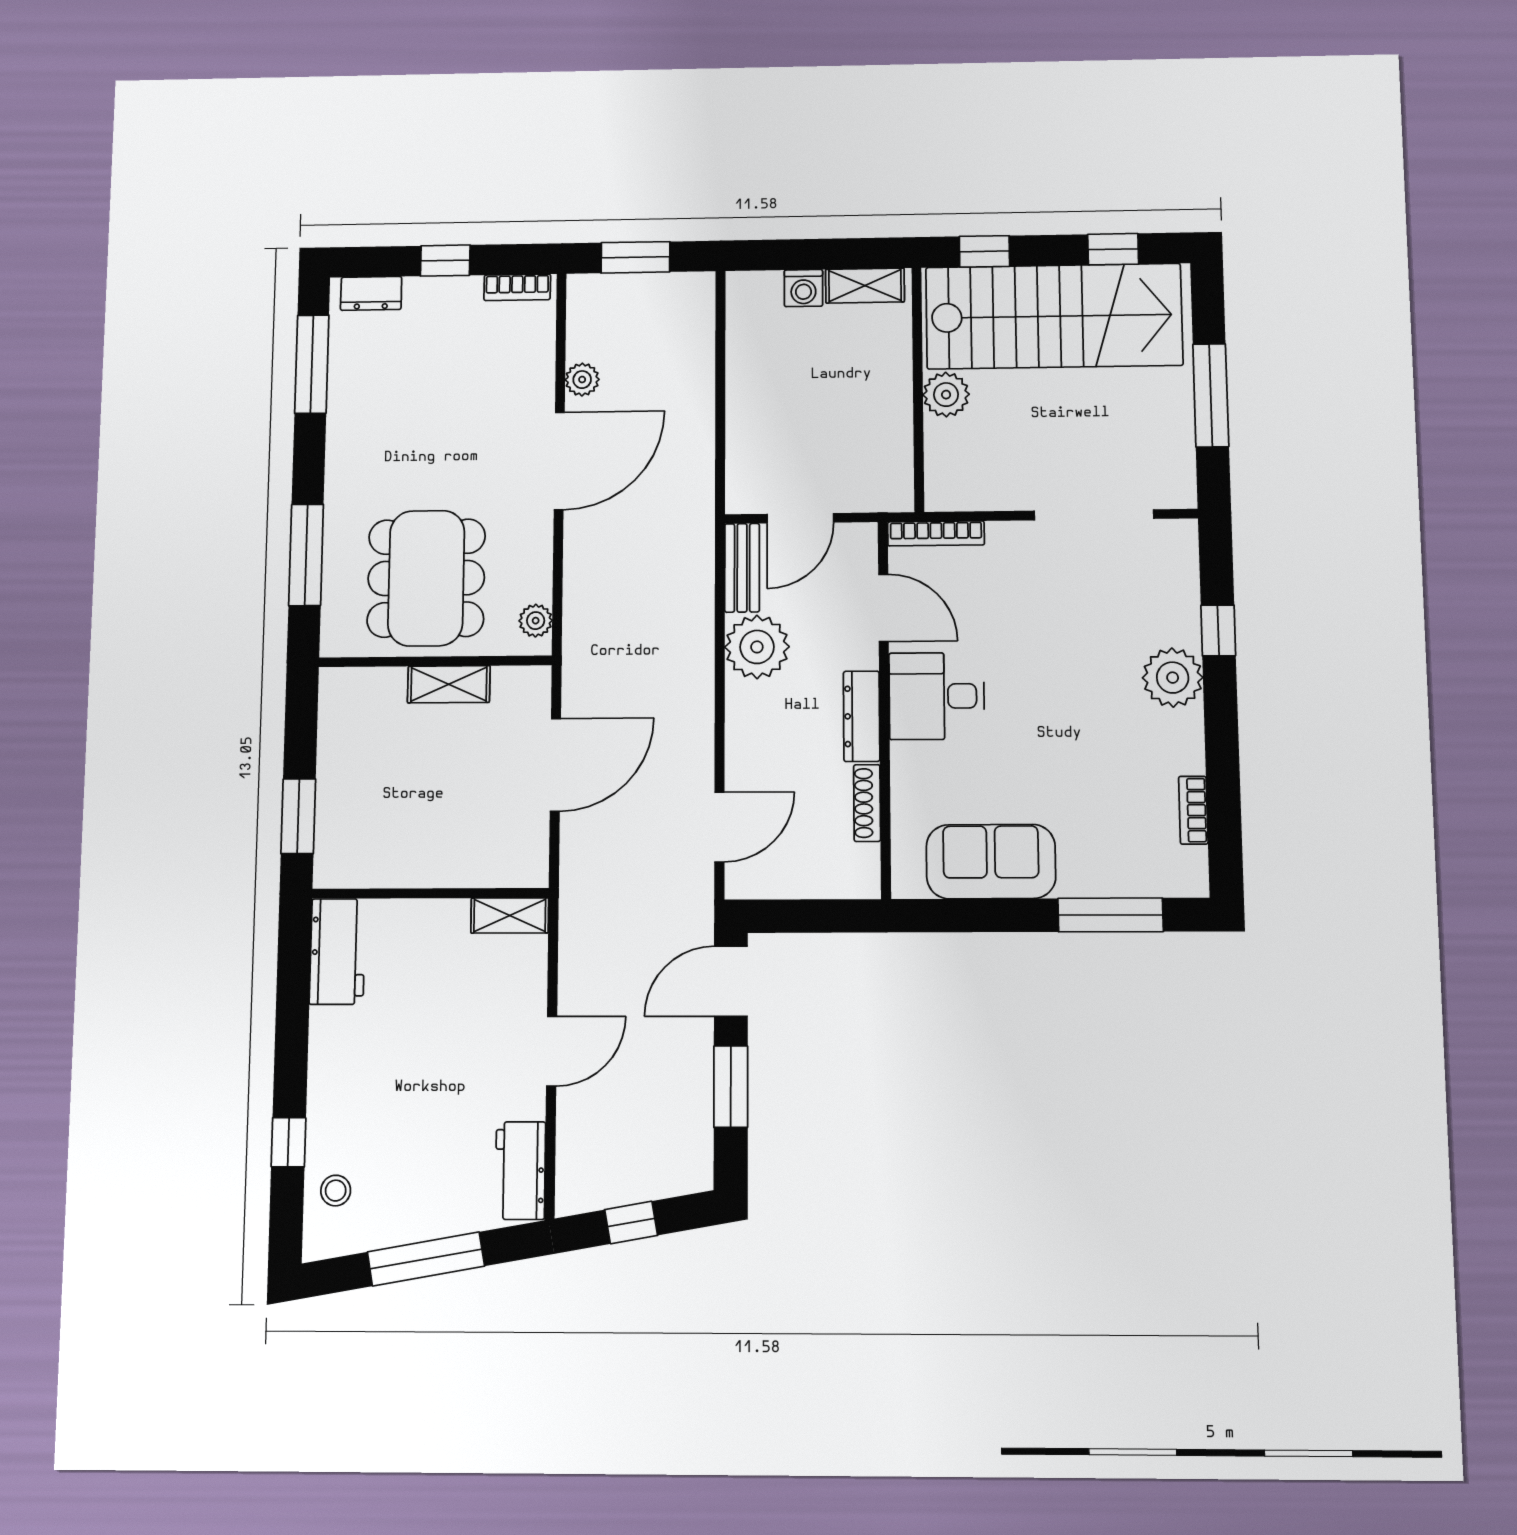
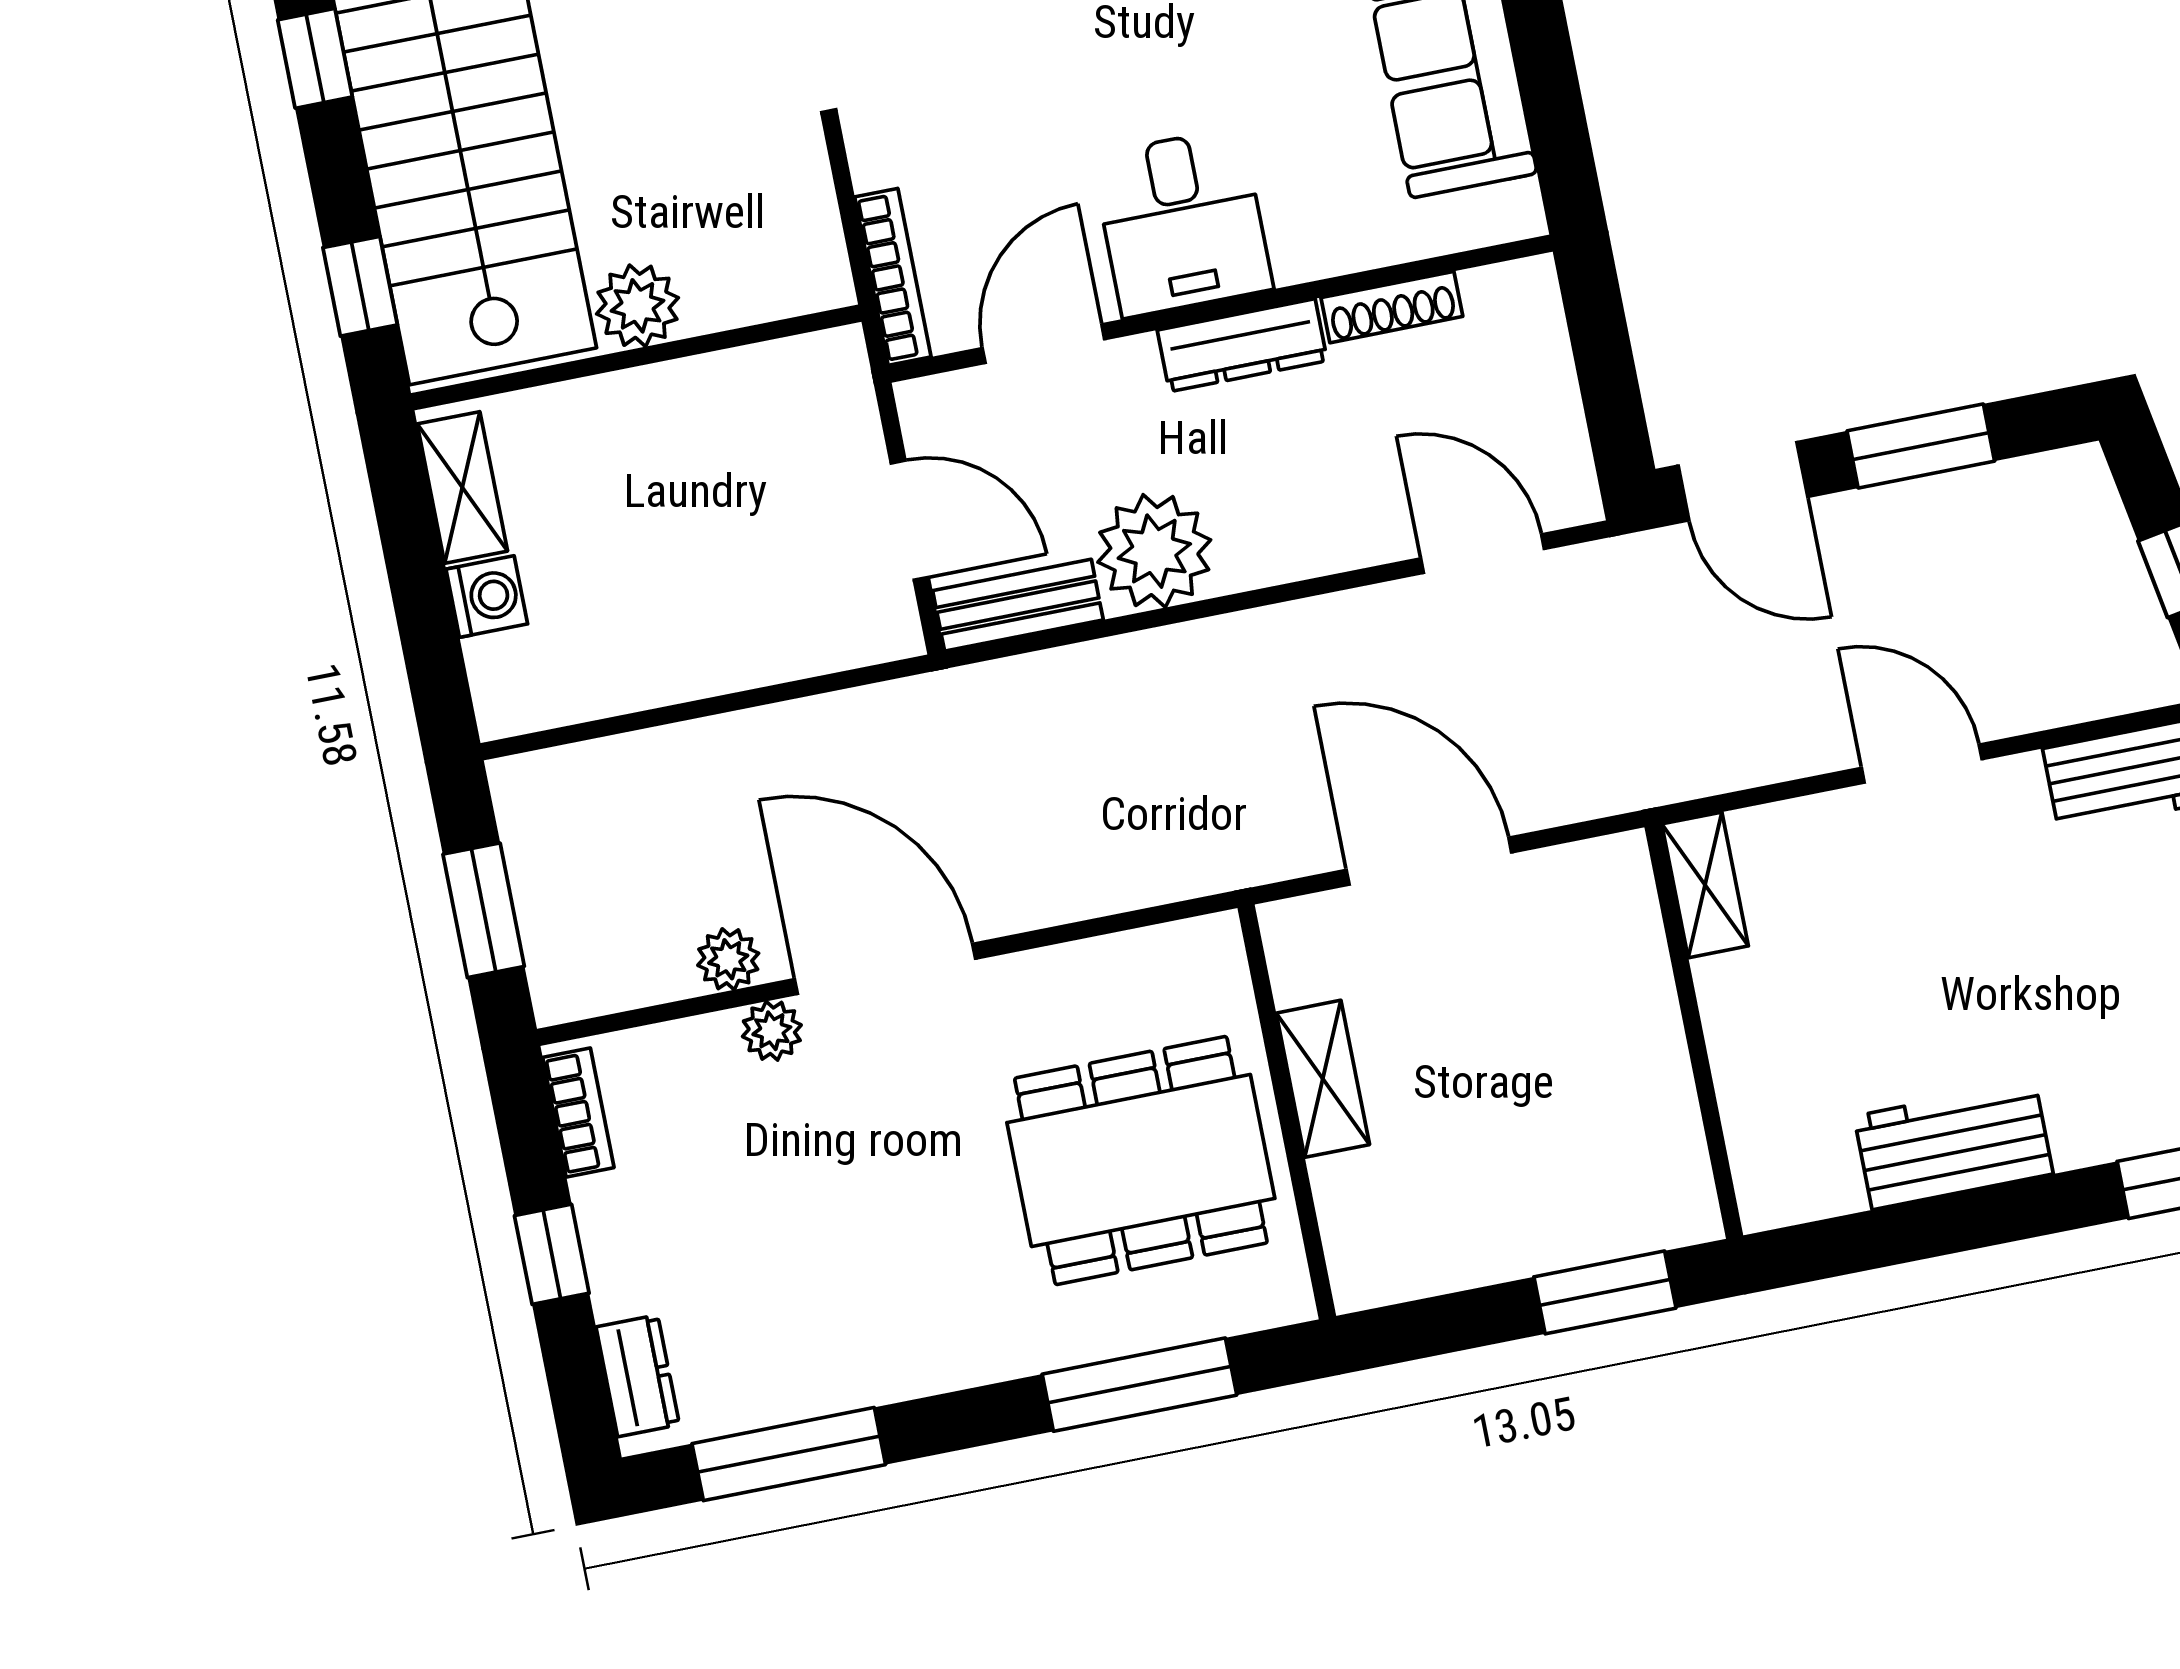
plant: (536, 621) -> (772, 1031), moved
workbench: (337, 951) -> (1954, 1145), moved

